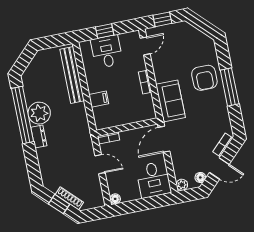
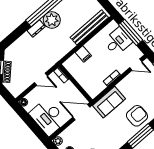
window: (105, 31) -> (131, 32), width x2.17
armchair: (204, 78) -> (137, 116), turned 180
door: (100, 164) -> (41, 79), hinge flipped
desk: (154, 180) -> (48, 117), width x1.37

